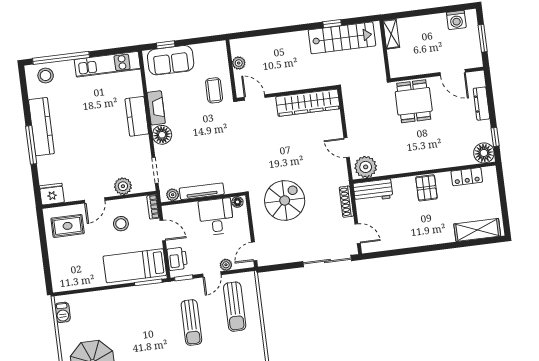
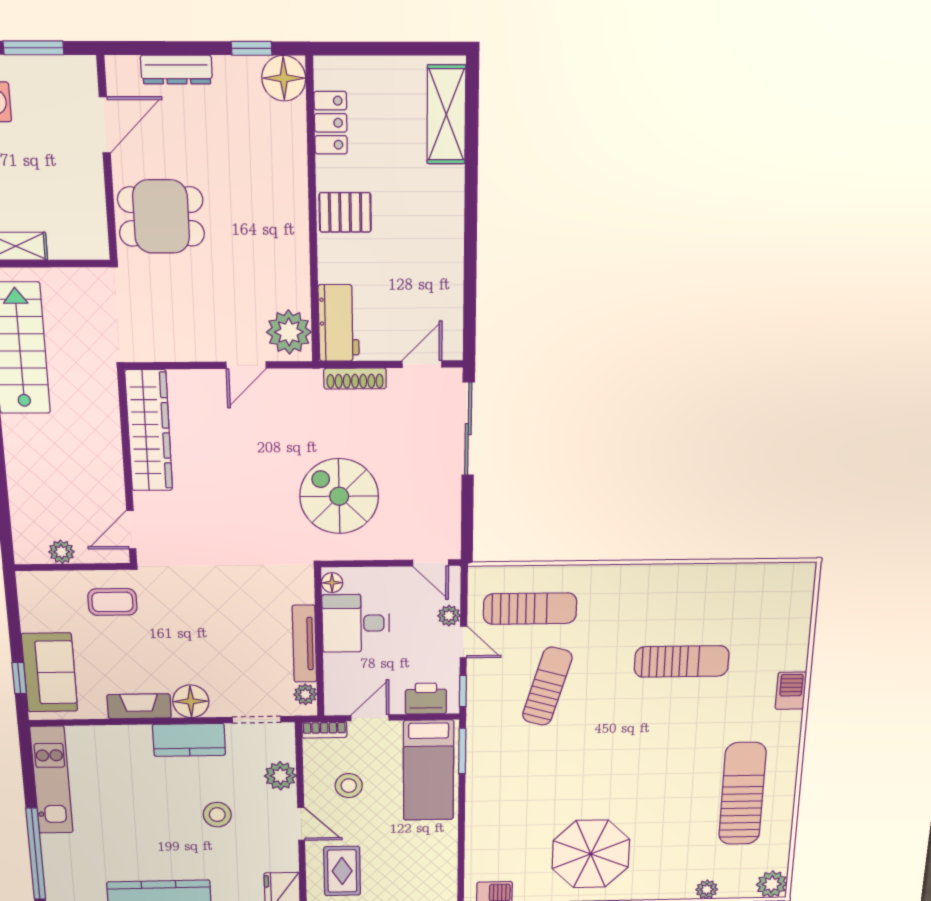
stool: (46, 76) -> (217, 815), moved
kitchen counter: (137, 116) -> (189, 740), moved
sun lounger: (191, 323) -> (547, 686), turned -74

